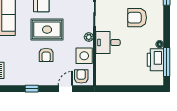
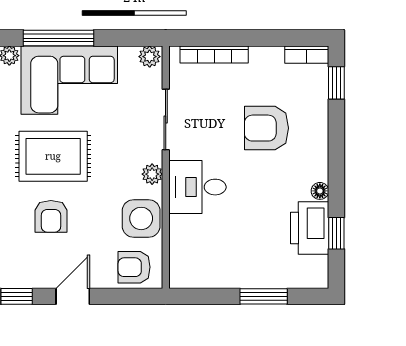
window: (167, 62) -> (336, 233), width x0.46
armchair: (81, 76) -> (134, 267), turned -90
door: (65, 89) -> (73, 296), moved
window: (136, 89) -> (264, 296), added

